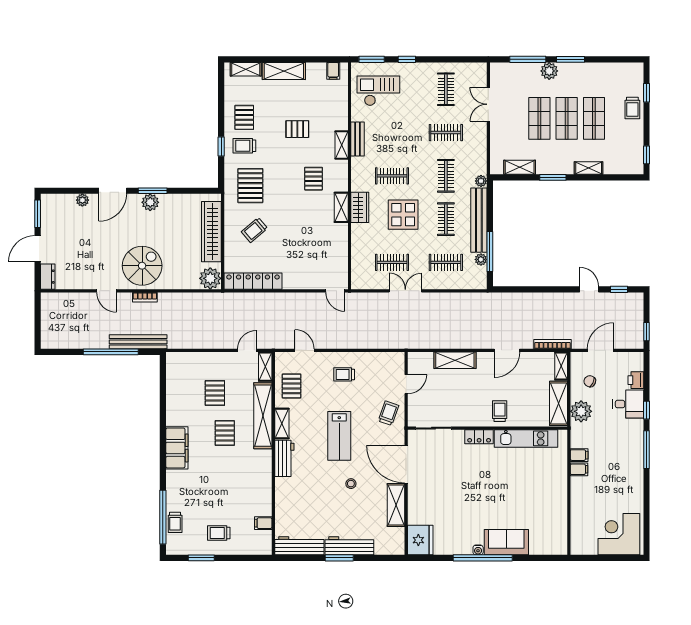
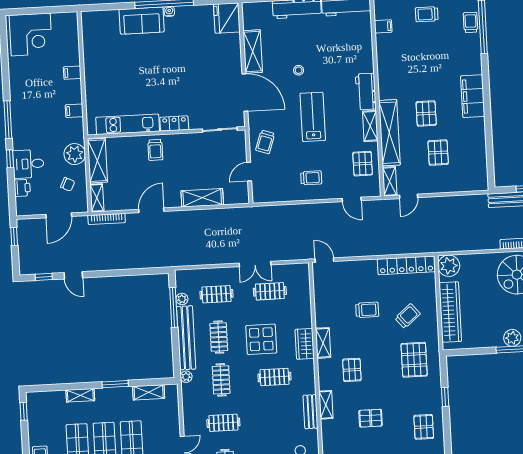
trolley: (244, 146) -> (367, 310), moved
filing cabinet: (579, 469) -> (72, 73), moved
trolley: (219, 533) -> (427, 14), turned 180

